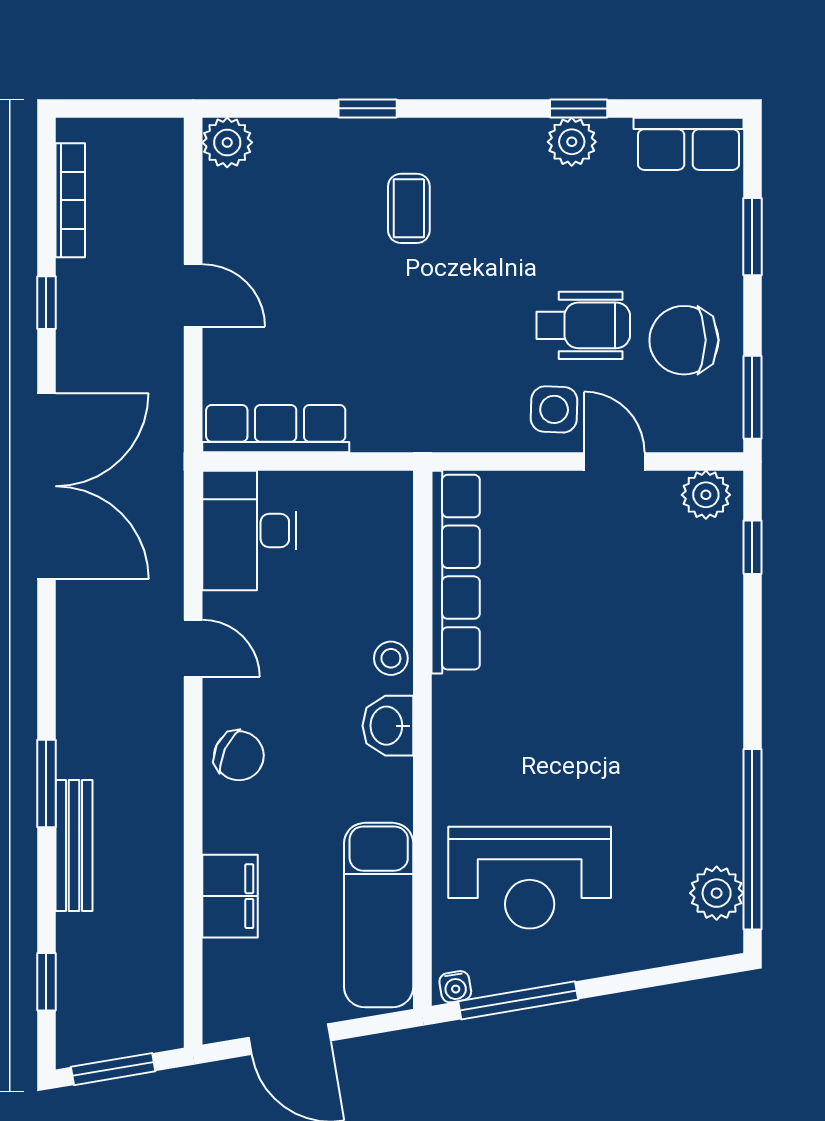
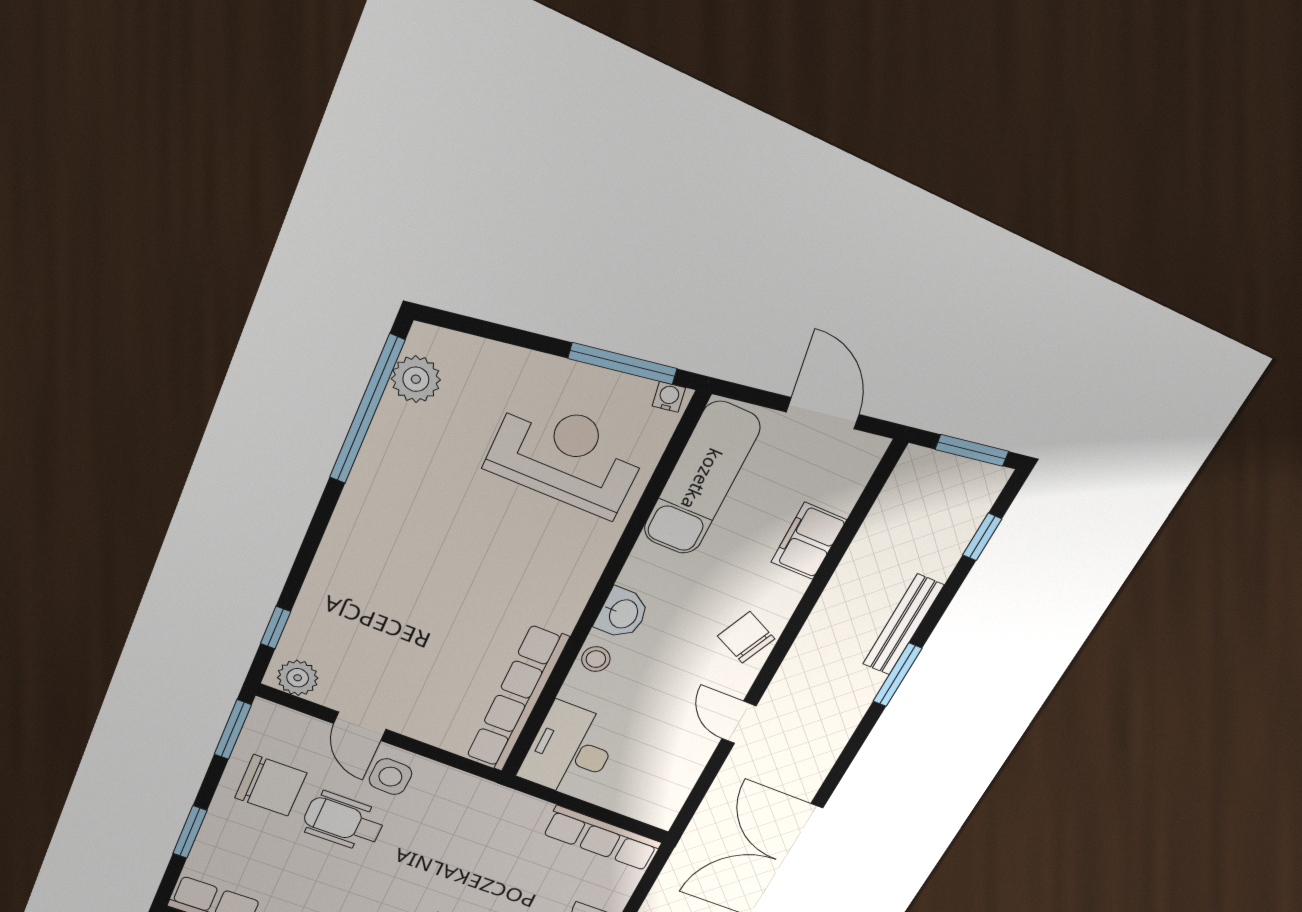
desk: (249, 531) -> (570, 751), moved, turned 180

